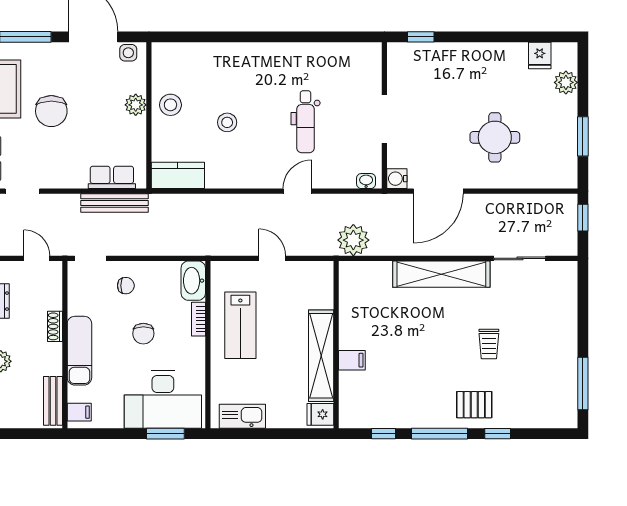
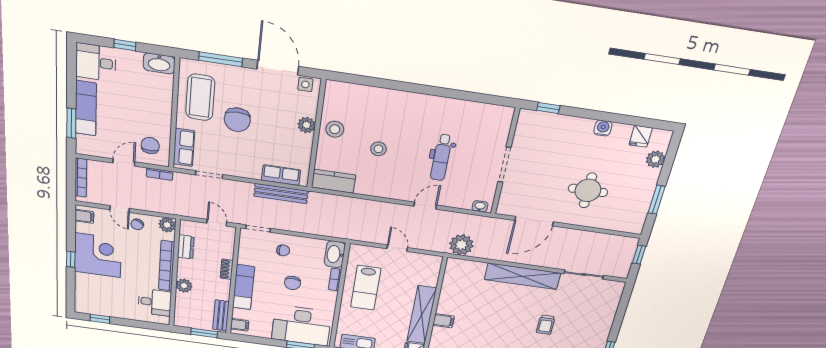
water cooler: (397, 179) -> (603, 128), moved, turned 90
window: (32, 434) -> (204, 333), added

